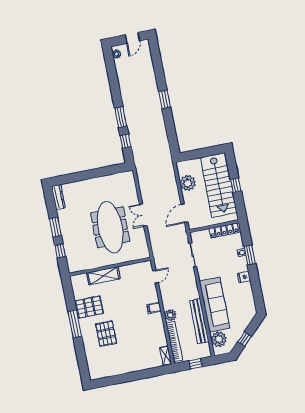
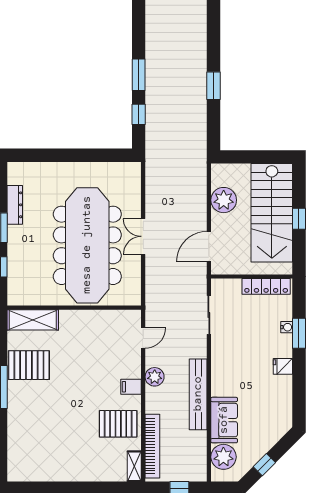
window: (165, 99) -> (214, 86), moved
dresser: (58, 197) -> (15, 205), moved
meeting table: (110, 227) -> (87, 245), width x1.36, depth x1.27
shelving: (103, 276) -> (33, 320), moved
sofa: (215, 305) -> (224, 420), width x0.54, depth x0.79
plant: (170, 315) -> (155, 377), moved
bench: (199, 321) -> (198, 394), moved
pallet: (106, 334) -> (118, 424), moved, turned 90

